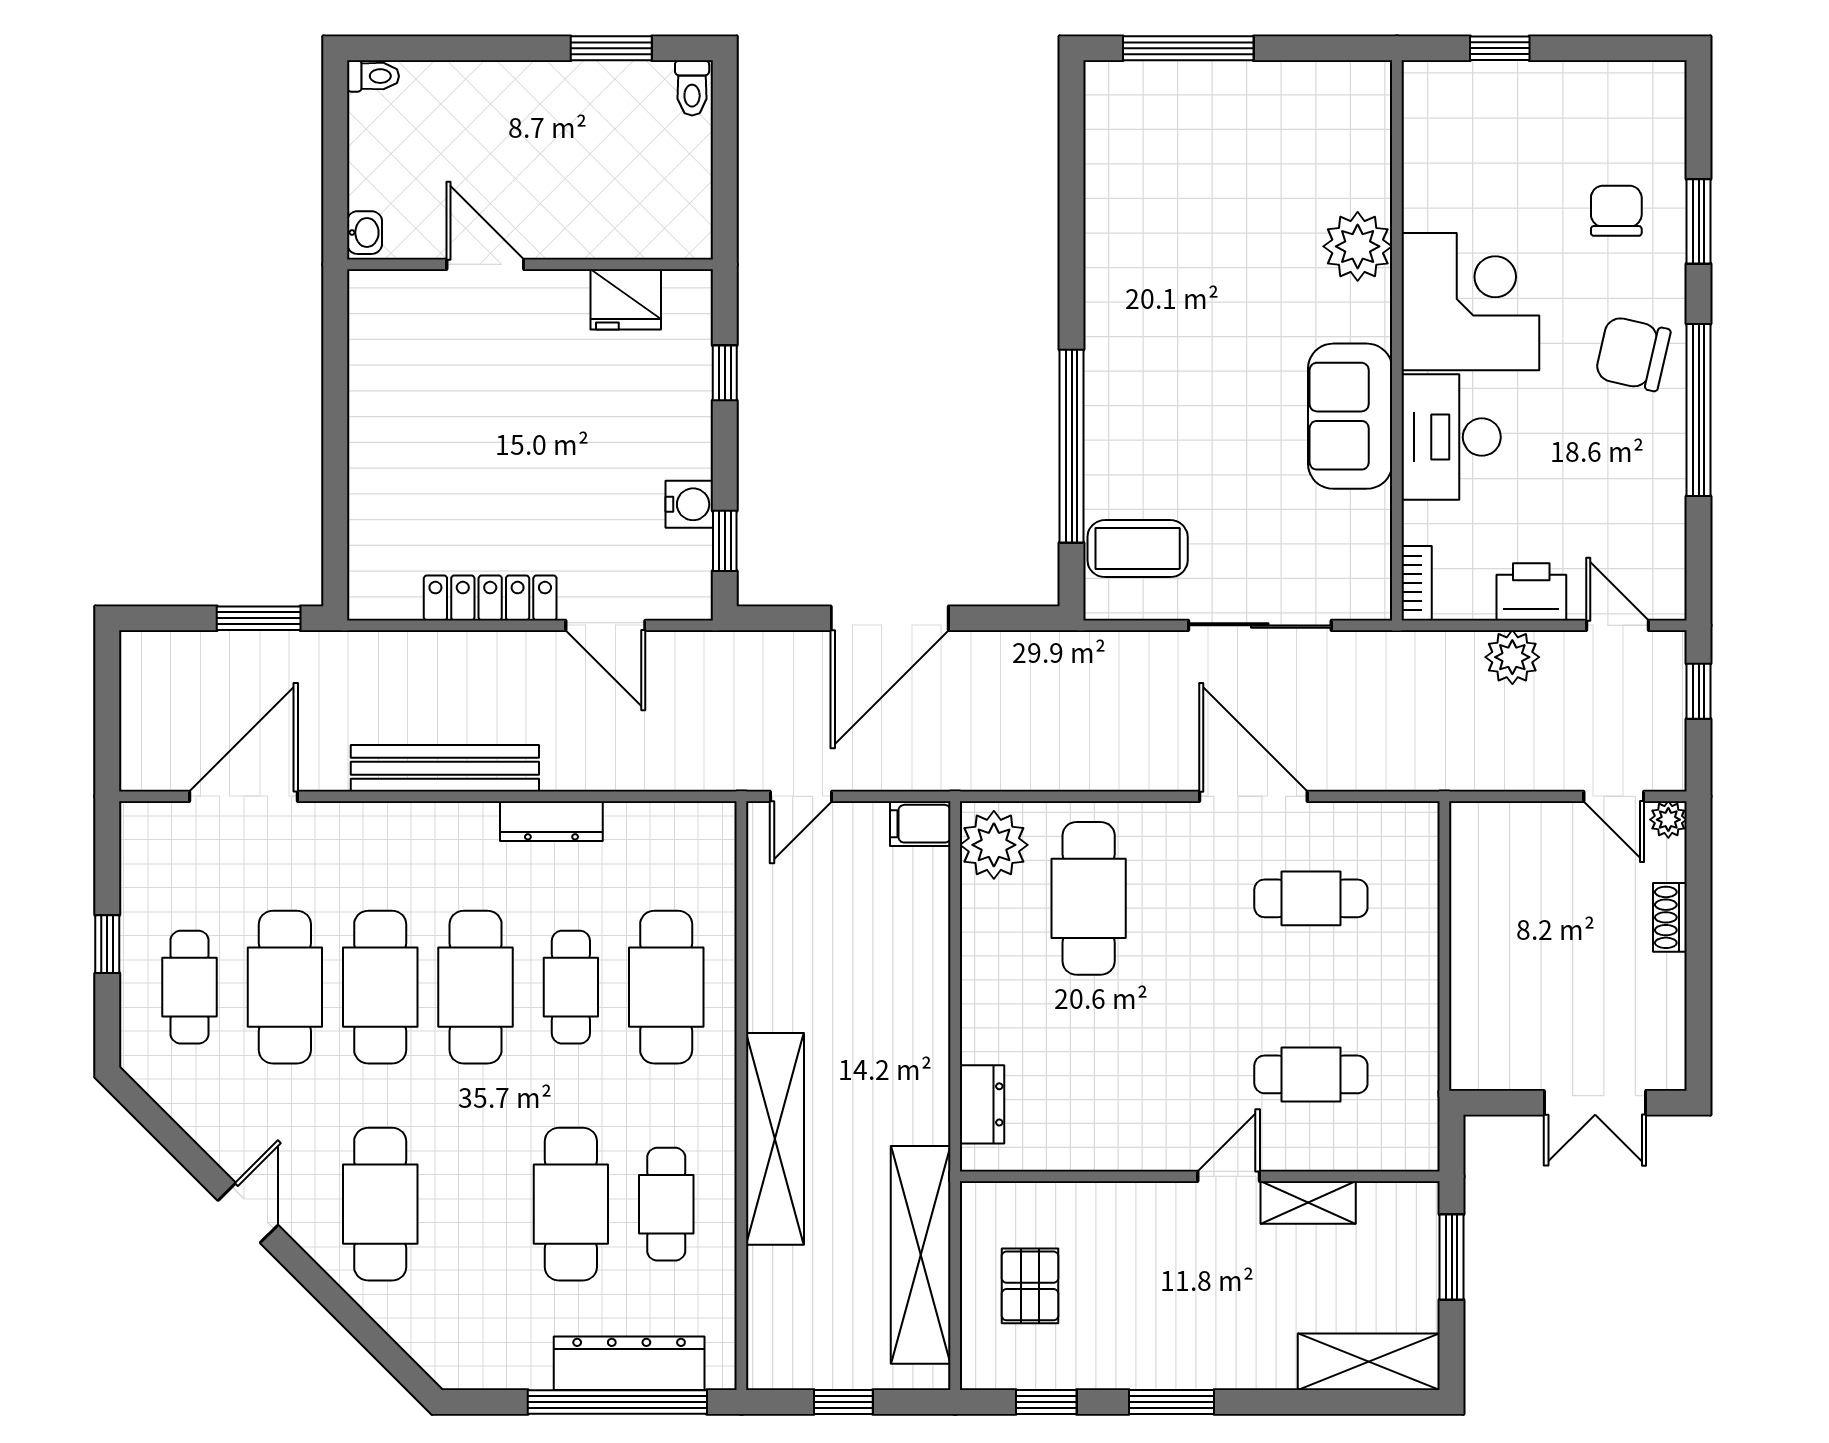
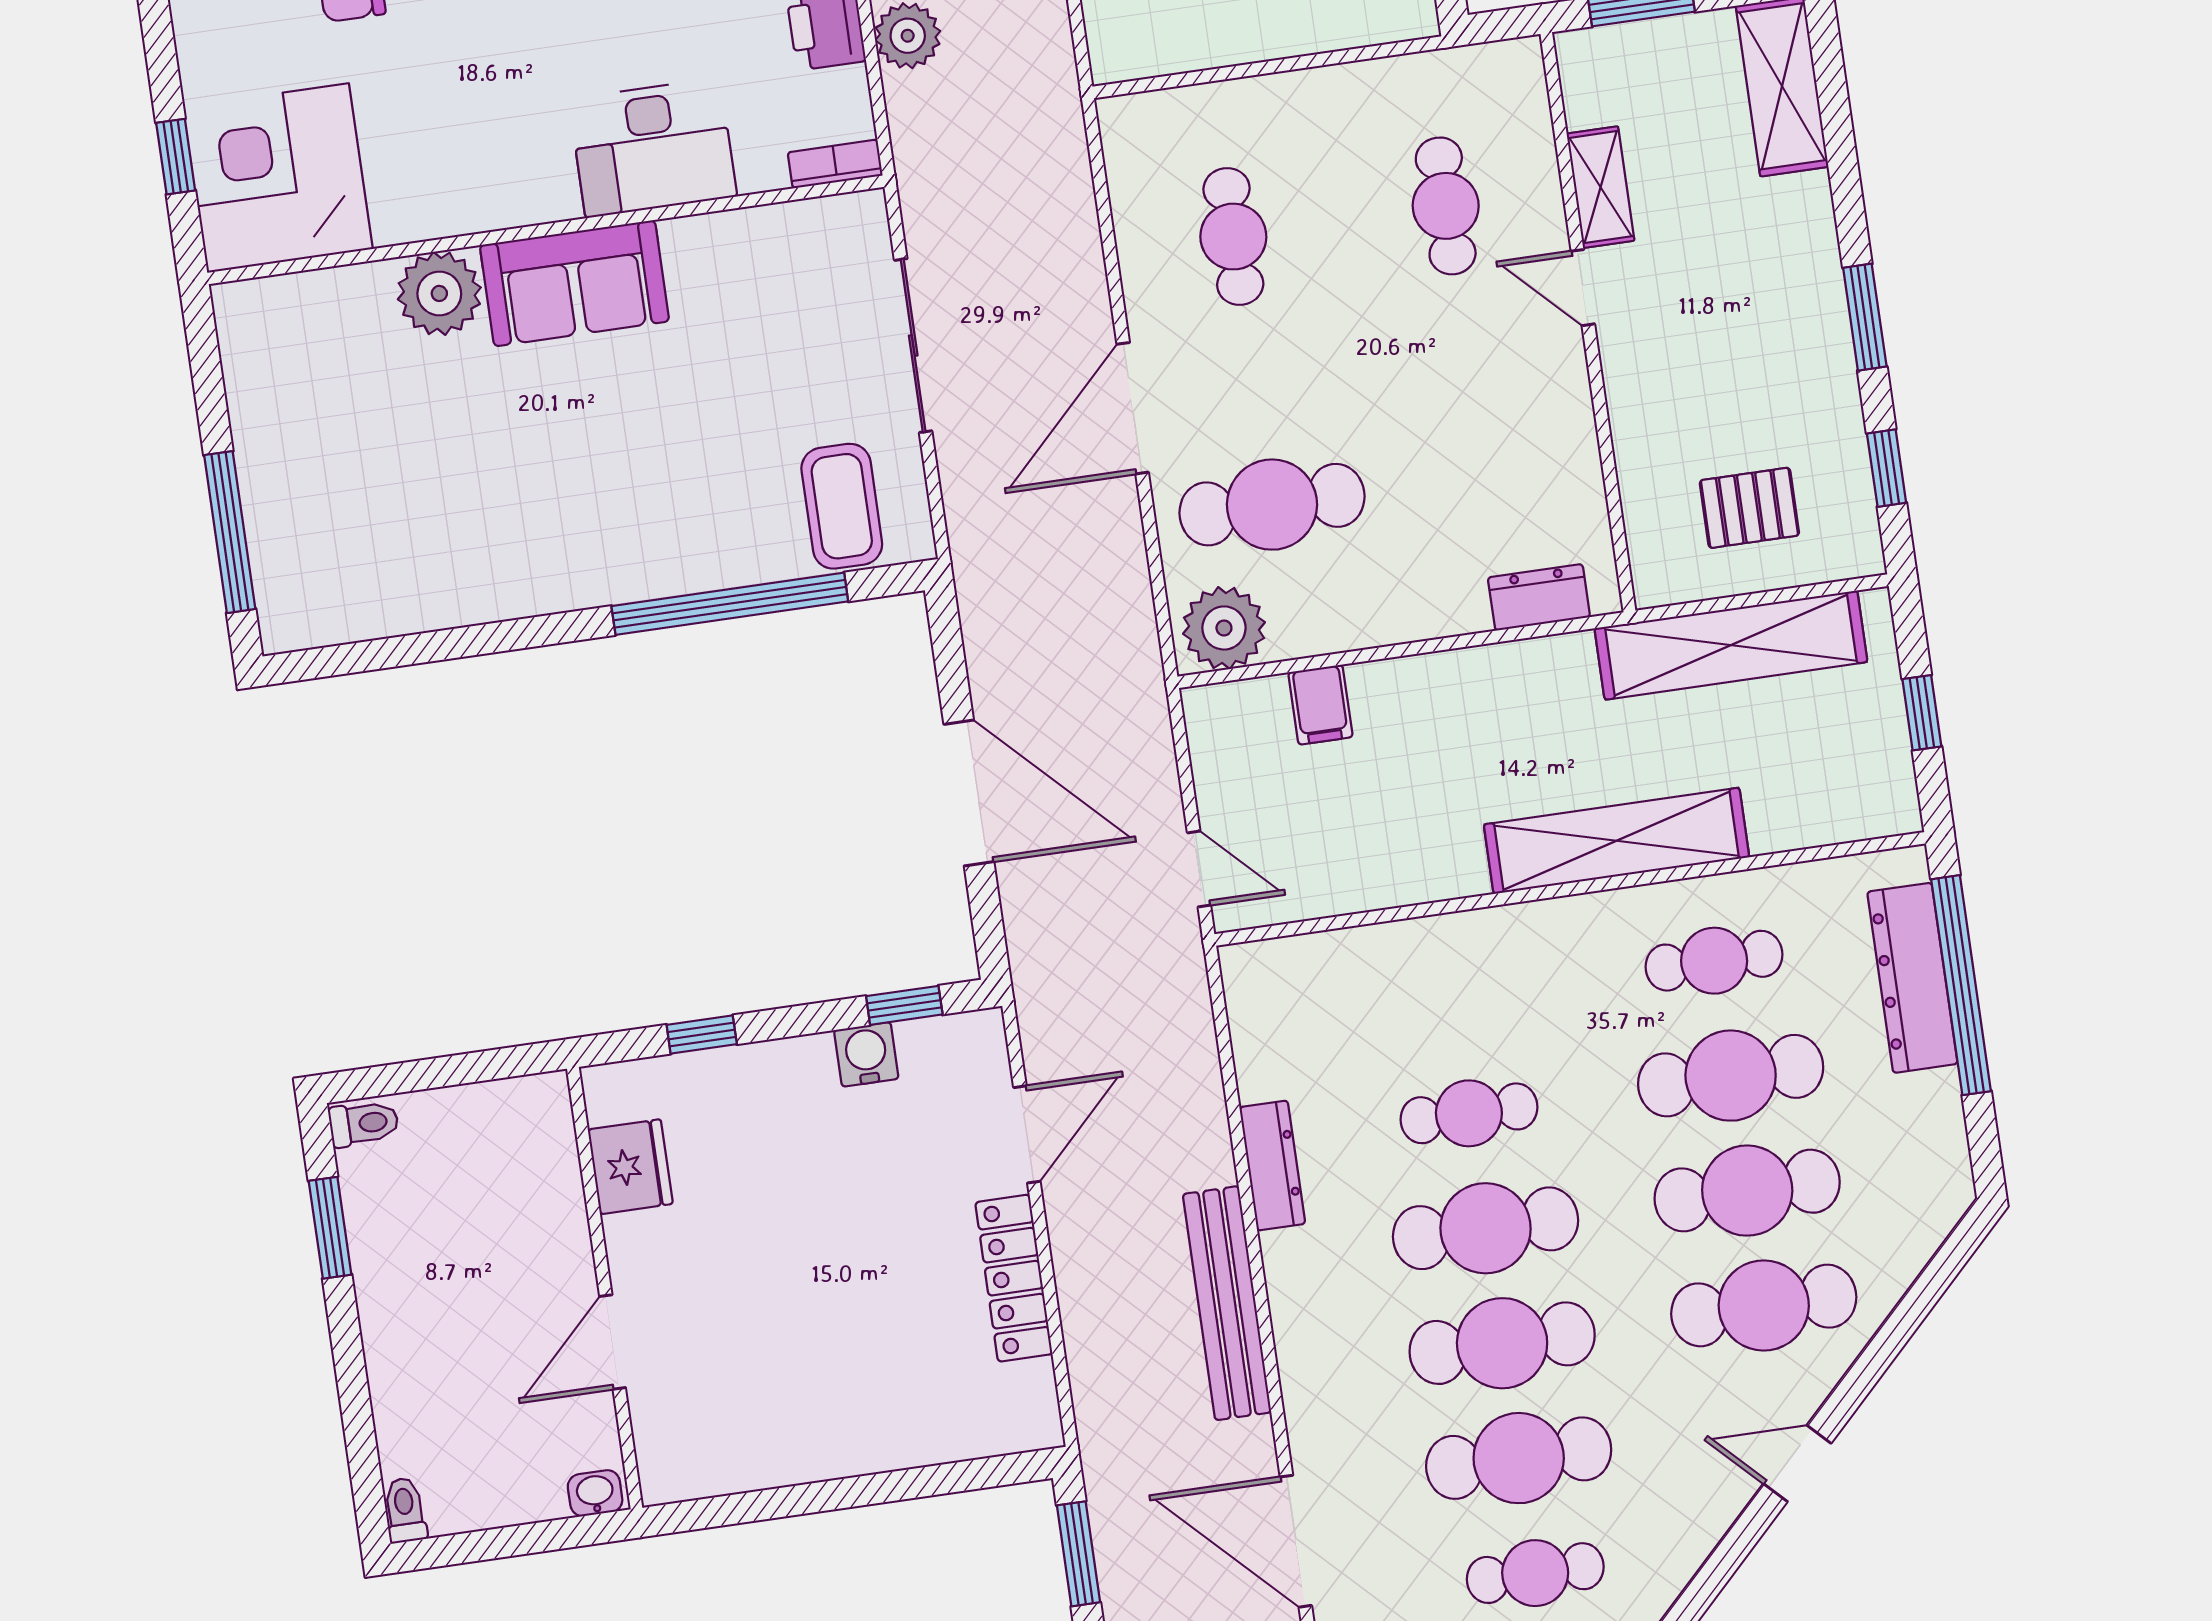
corner desk: (1470, 302) -> (278, 178), moved
sofa: (1350, 416) -> (574, 283), moved
door: (1253, 796) -> (1133, 408), moved
filing cabinet: (920, 824) -> (1320, 705), moved
cafe table: (666, 987) -> (1747, 1191), moved

